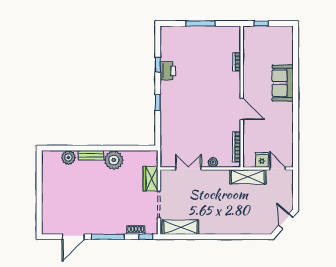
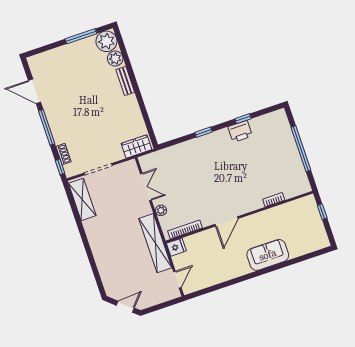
window: (201, 23) -> (301, 149), width x1.46
plant: (114, 160) -> (106, 41), moved
fridge: (262, 160) -> (176, 247), moved
shelving: (248, 177) -> (155, 243), width x1.47
wardrobe: (151, 179) -> (137, 146), moved
window: (39, 181) -> (81, 36), added

